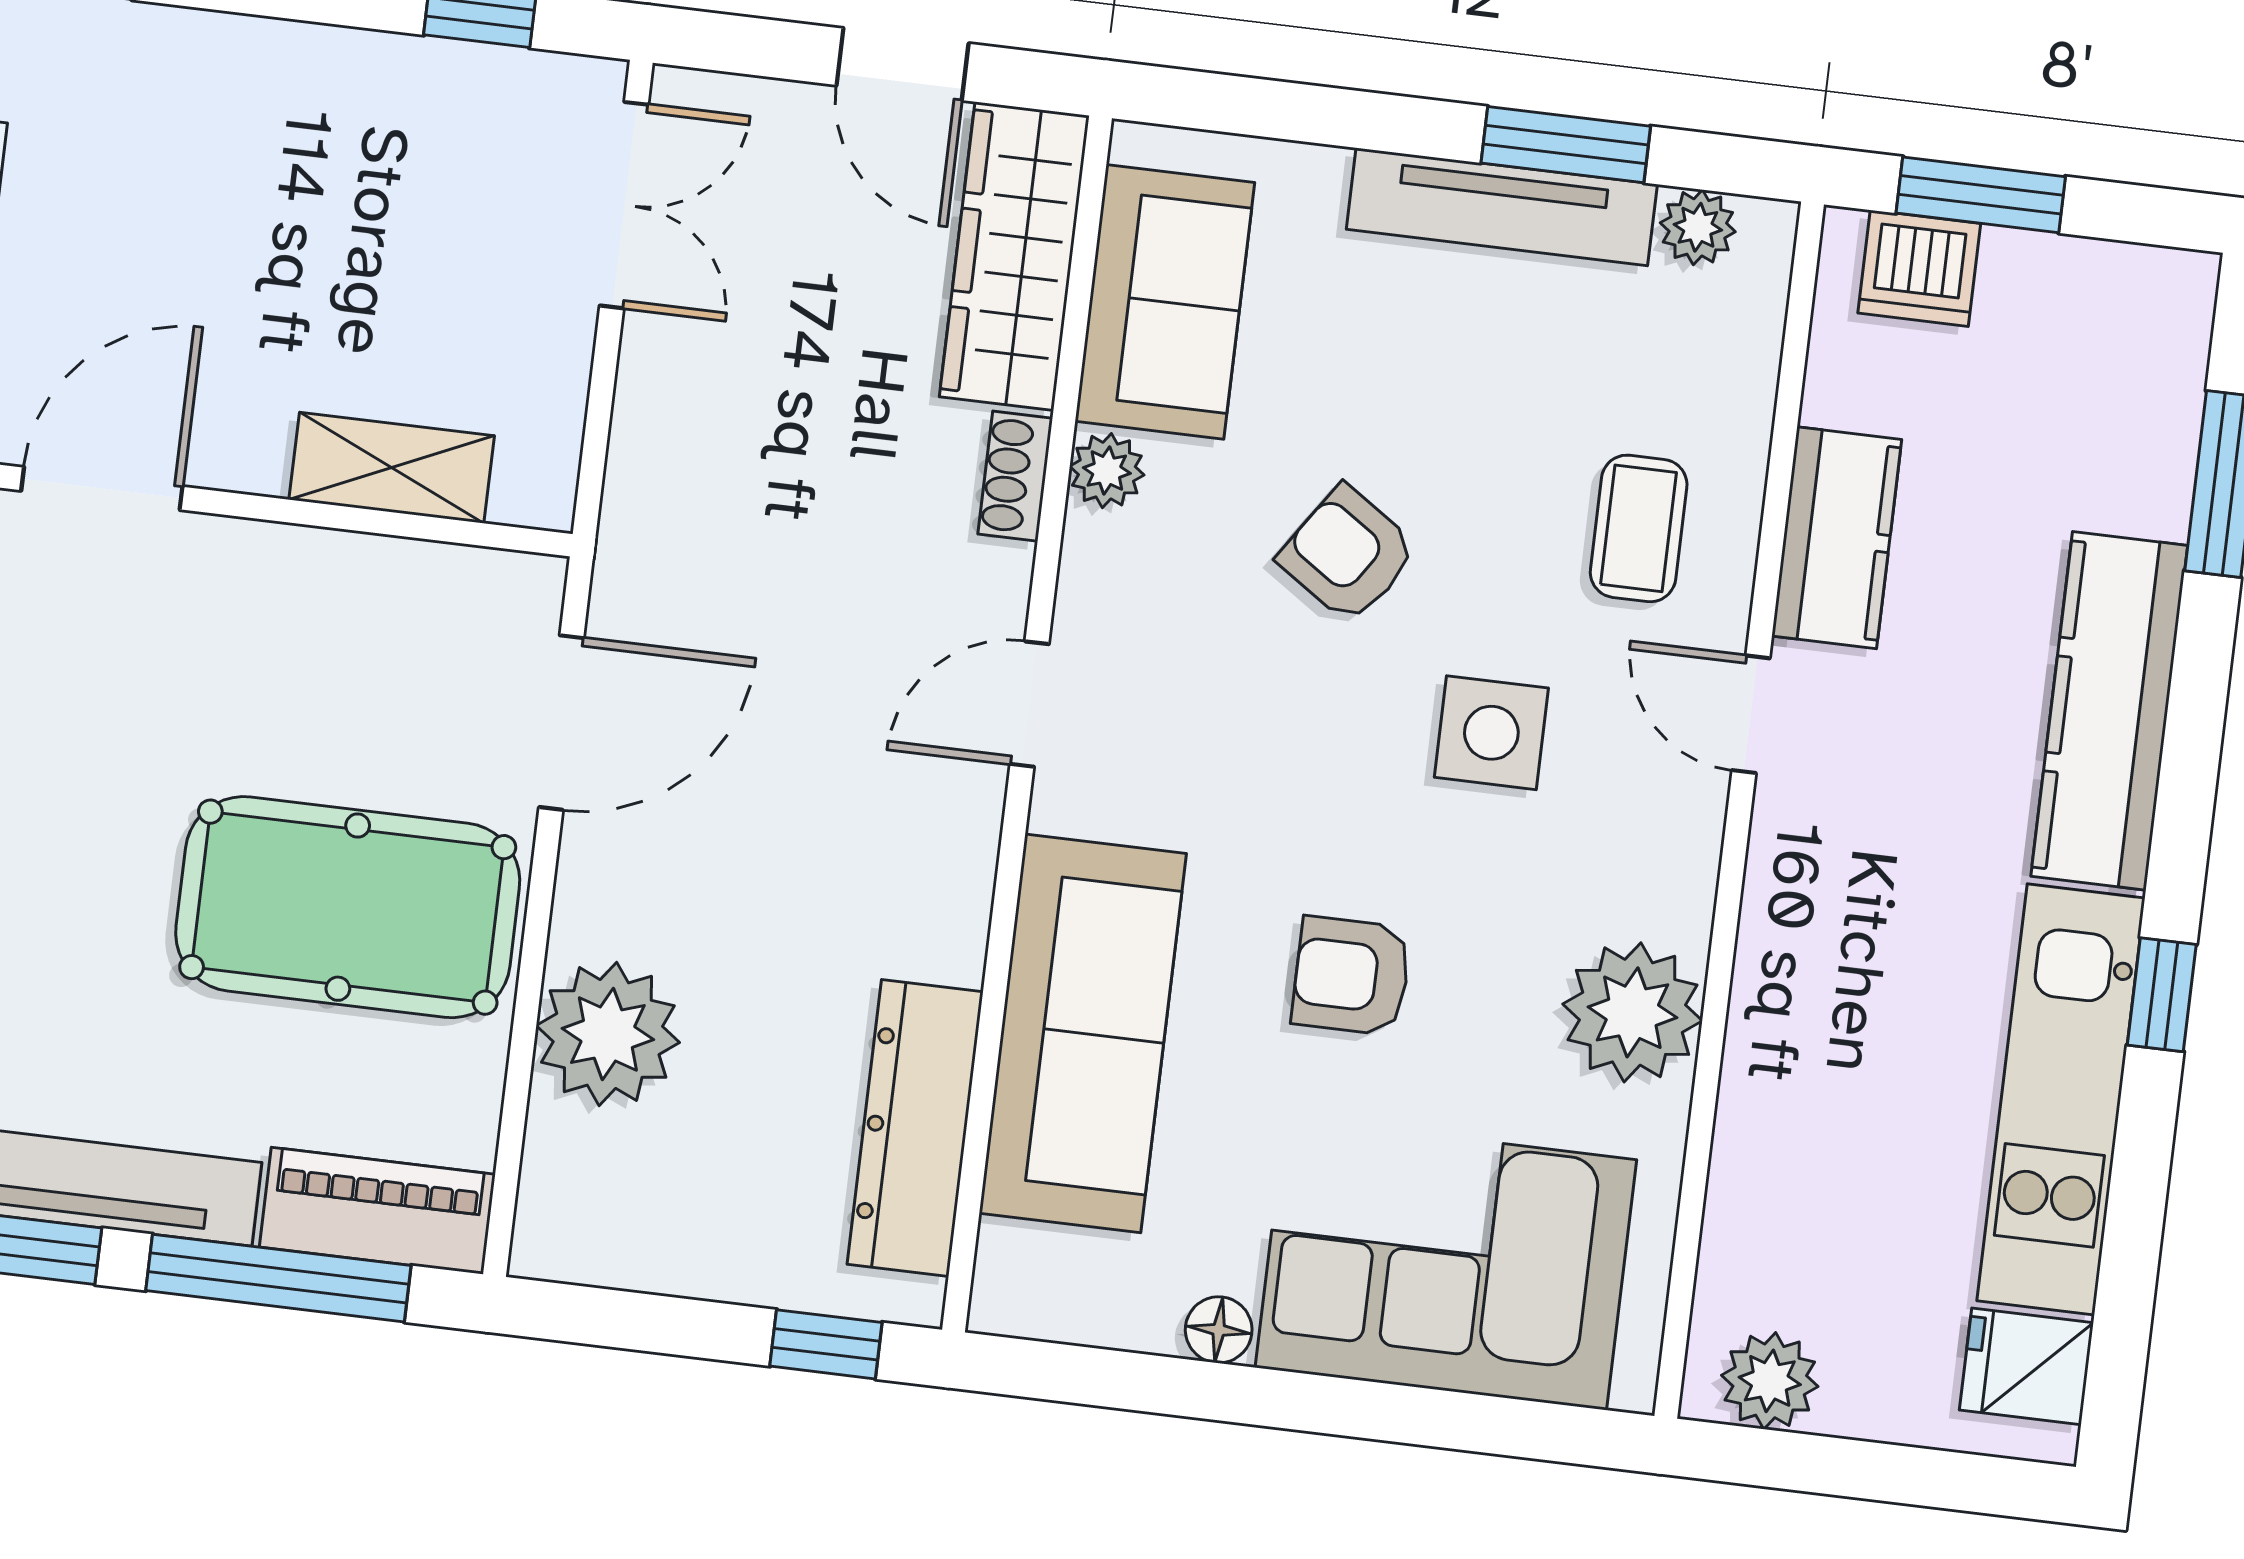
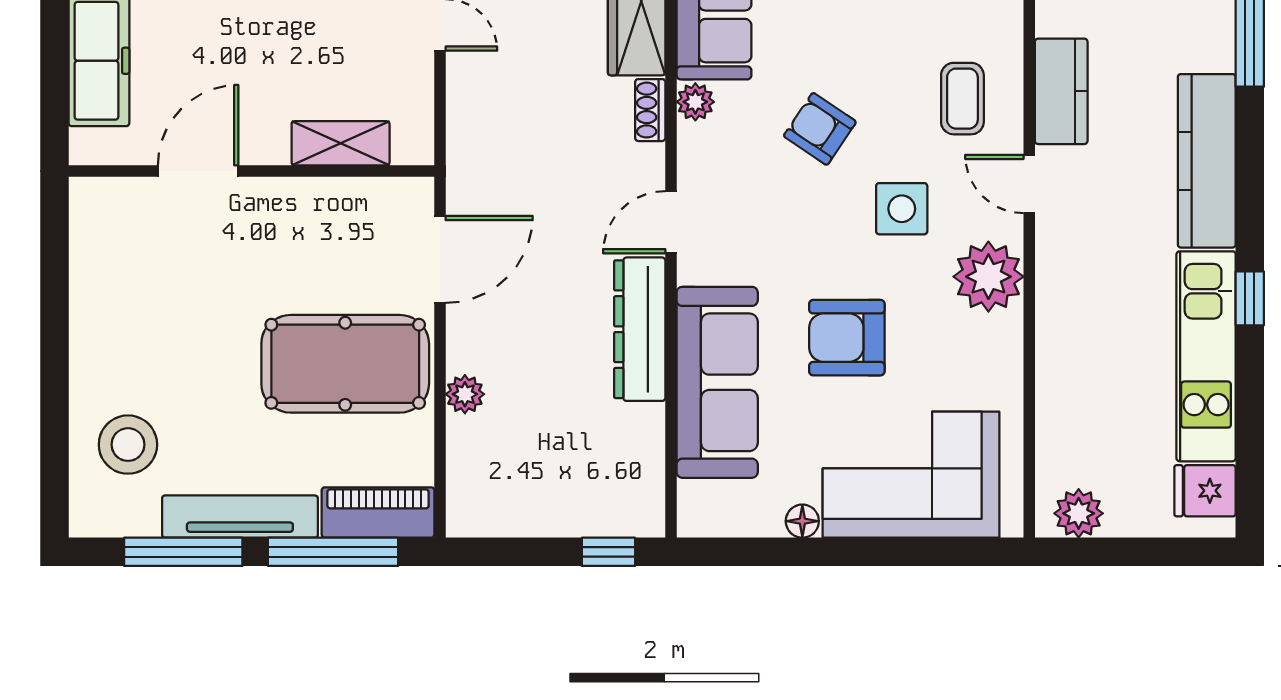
armchair: (1351, 976) -> (847, 338), width x1.38, depth x1.38
plant: (1632, 1012) -> (988, 277), moved
plant: (608, 1034) -> (465, 394), width x0.53, depth x0.53
dresser: (915, 1128) -> (640, 329), moved

